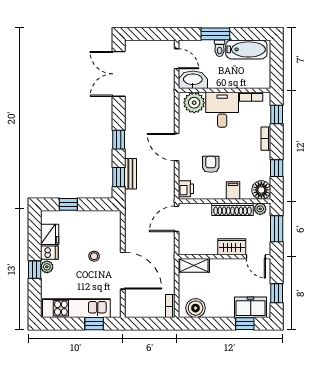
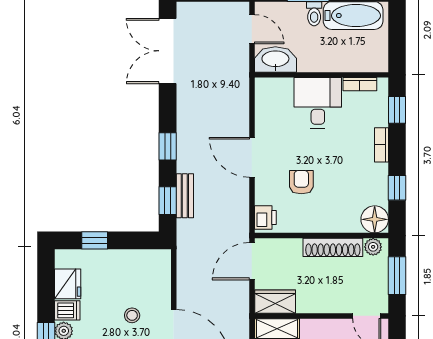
plant: (194, 103) -> (277, 93), removed
filing cabinet: (233, 191) -> (334, 220), removed
wardrobe: (232, 247) -> (275, 302), moved

